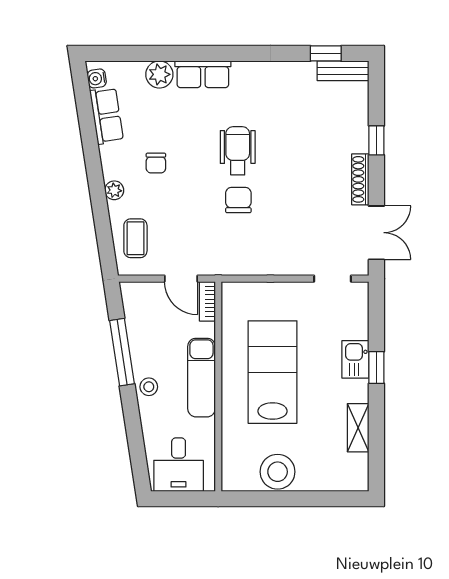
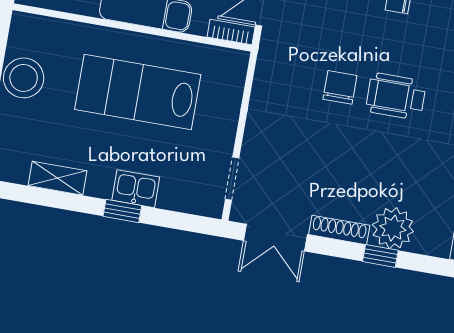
plant: (351, 134) -> (393, 228), added
wheelchair: (238, 151) -> (396, 96), turned 180
chair: (238, 200) -> (340, 87), turned -90
lab bench: (272, 372) -> (138, 92), turned 180

